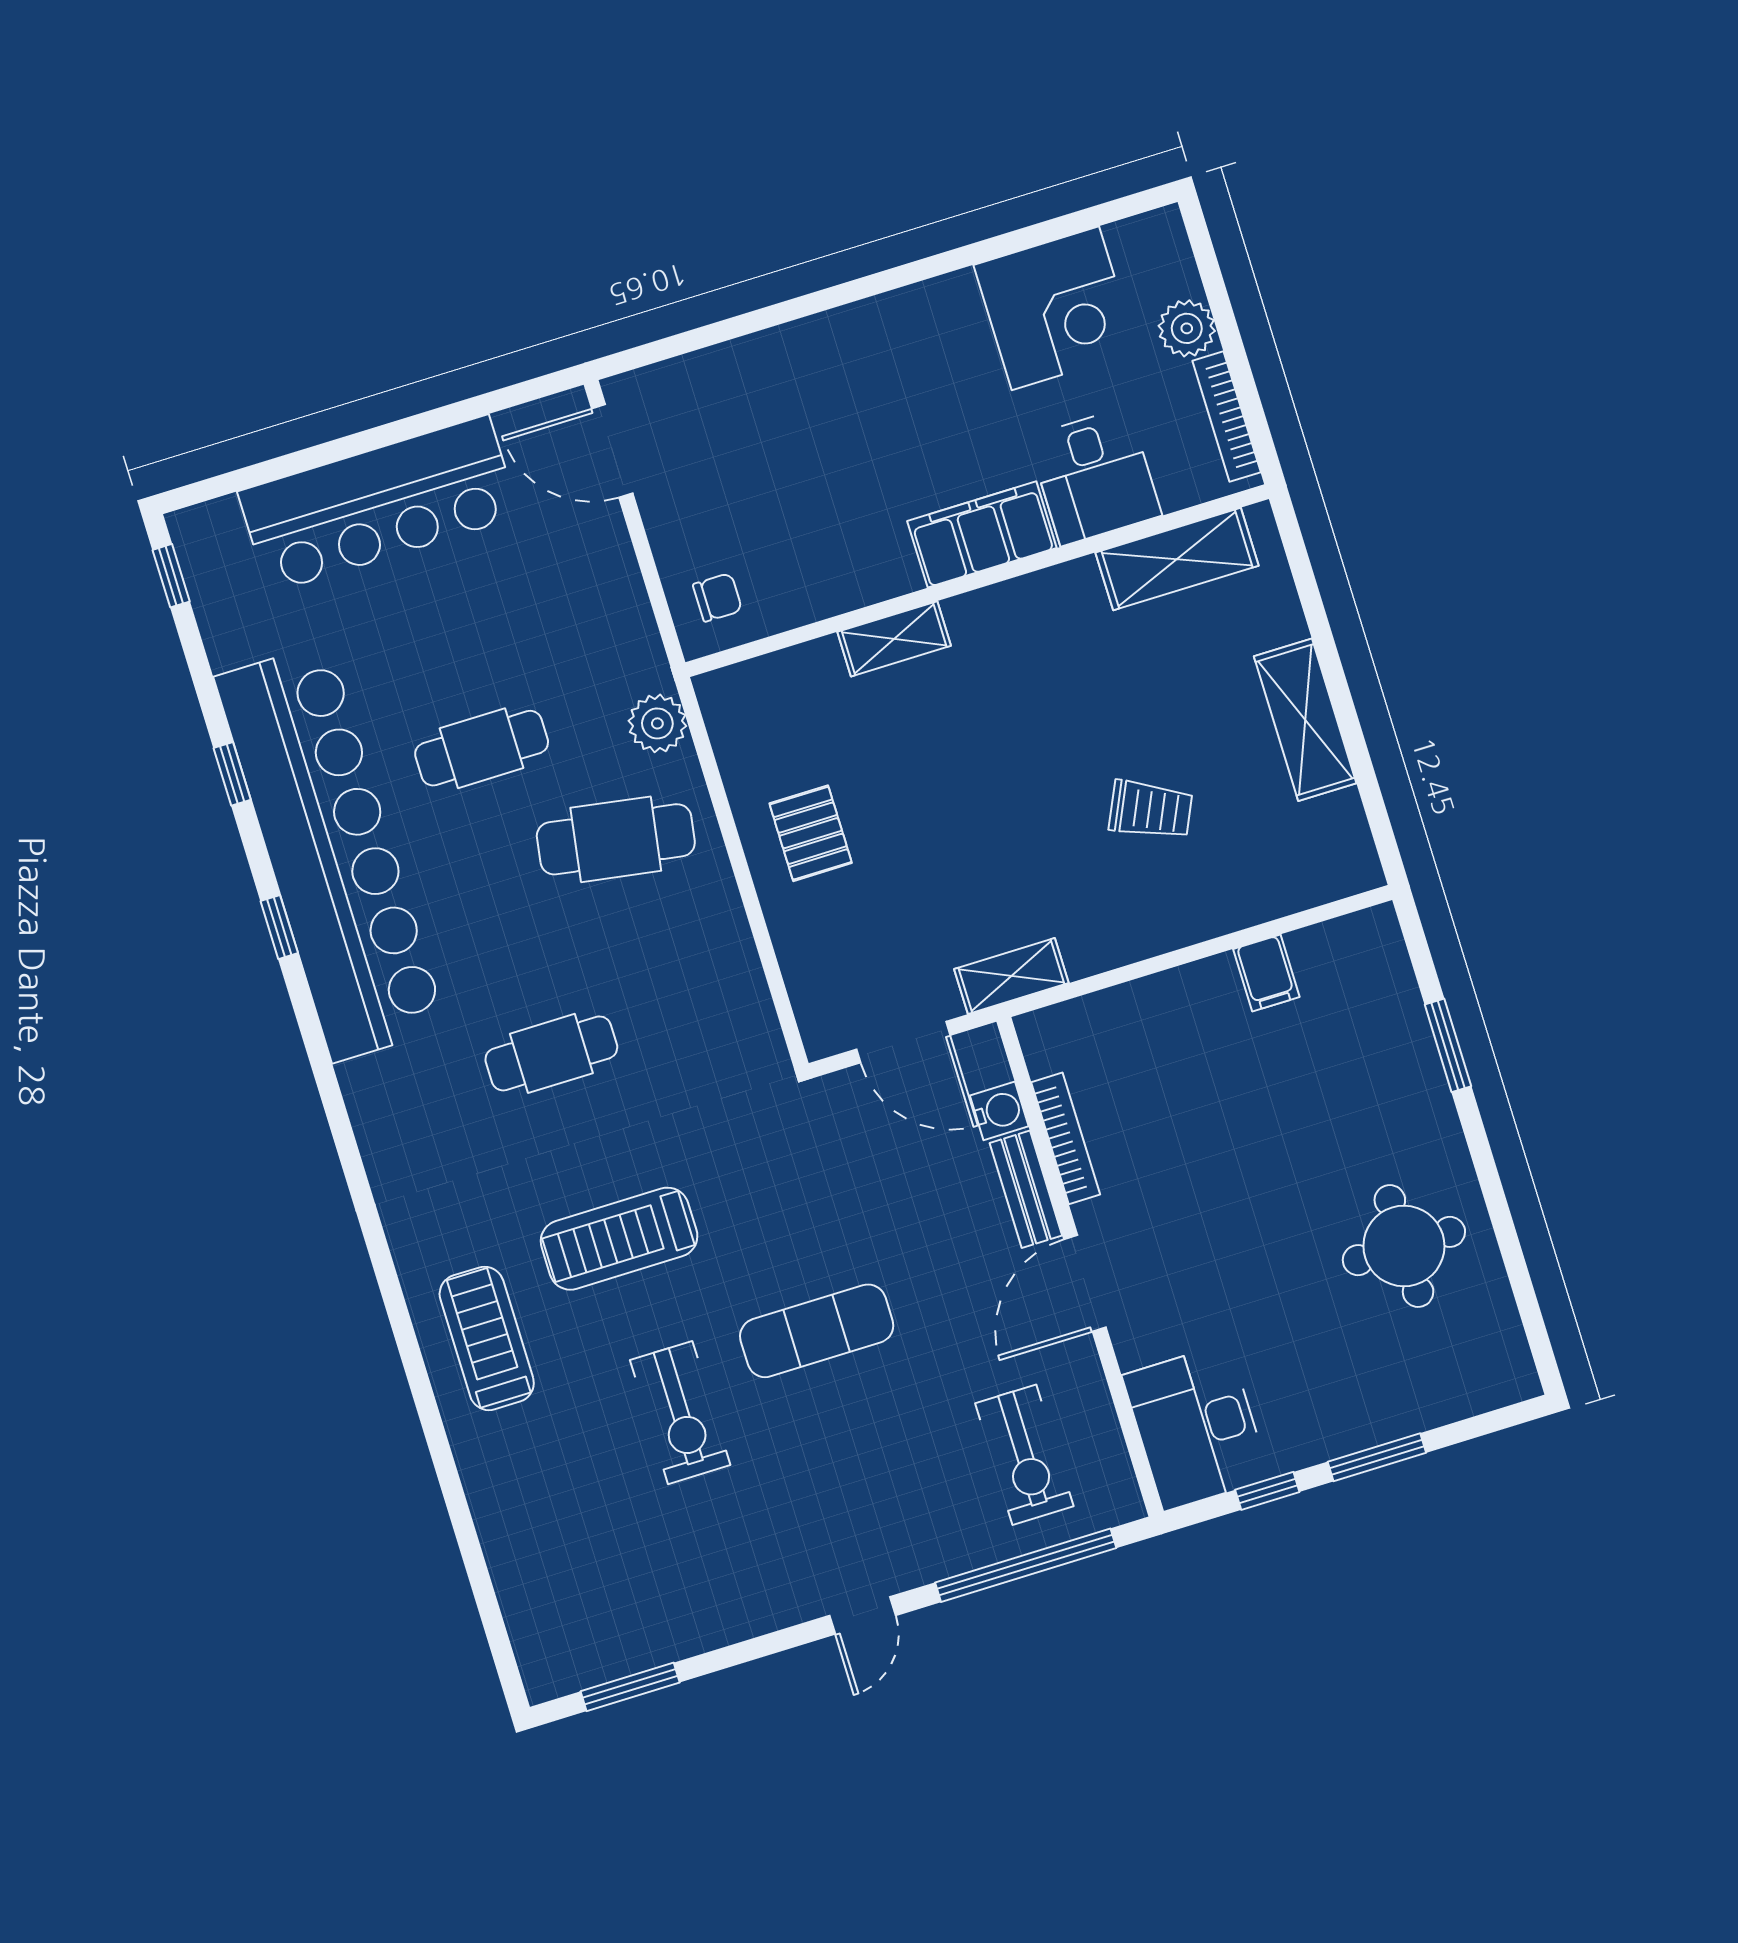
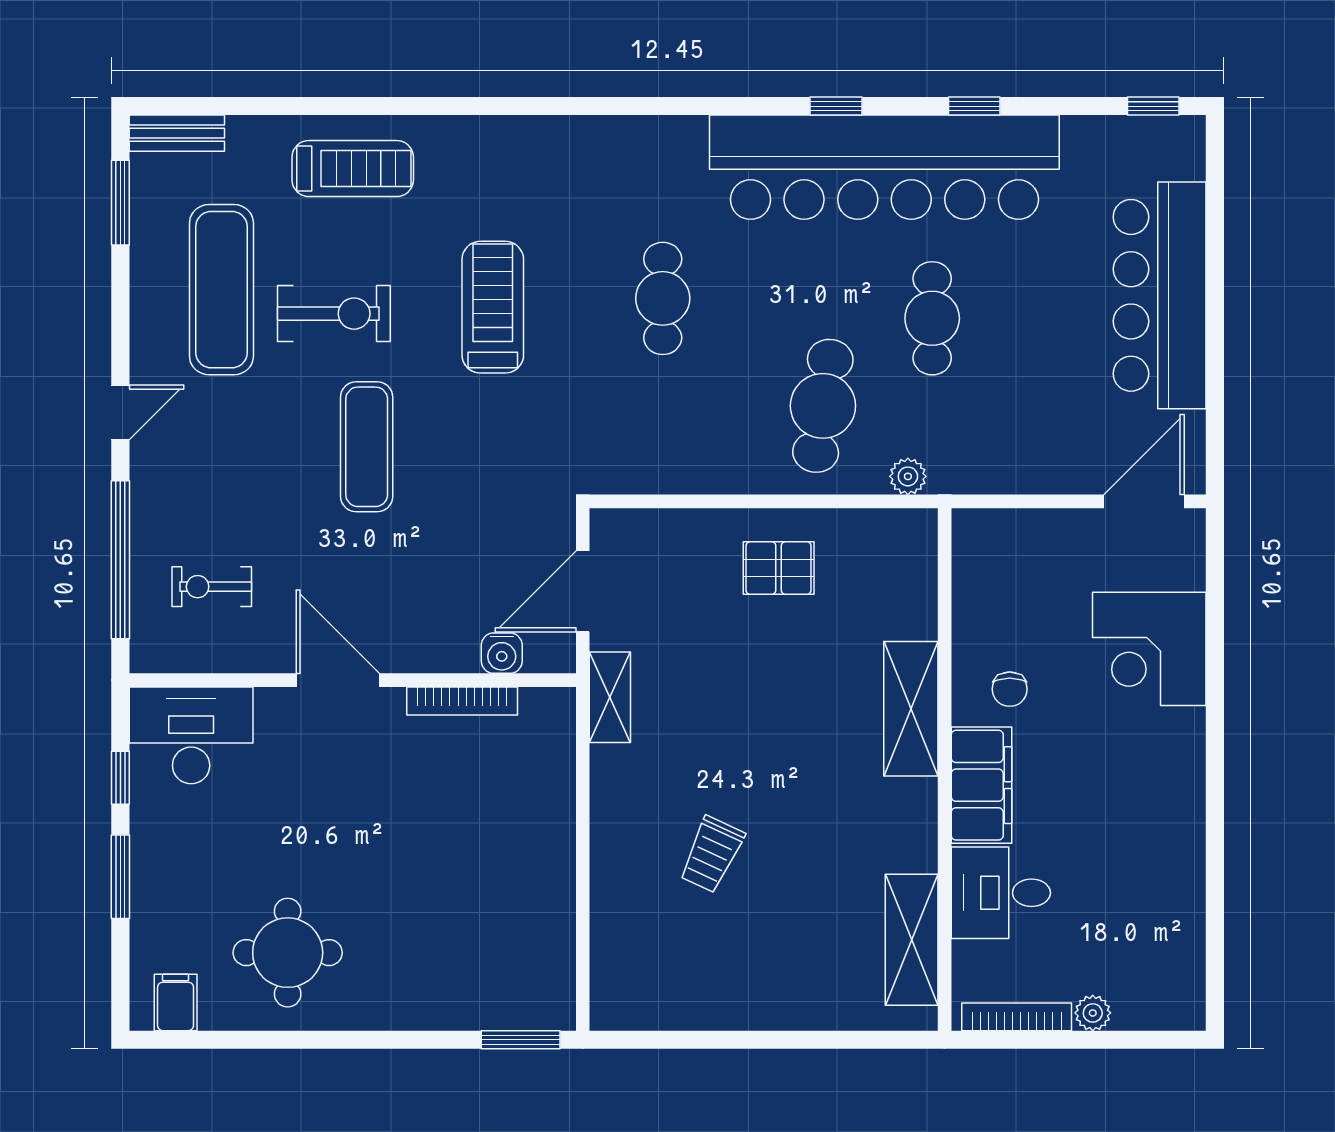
corner desk: (1055, 308) -> (1149, 649), moved
plant: (1187, 328) -> (1093, 1013), width x0.73, depth x0.73
chair: (717, 597) -> (1010, 689), moved
shelving: (894, 639) -> (911, 709), width x1.50, depth x1.33
shelving: (1305, 720) -> (747, 1005), removed
plant: (657, 723) -> (908, 476), width x0.73, depth x0.73
filing cabinet: (1266, 973) -> (176, 1002), moved, turned 90
window: (1448, 1045) -> (521, 1040), moved
bench: (1026, 1189) -> (177, 133), moved
treadmill: (487, 1338) -> (353, 169), moved
exercise bike: (680, 1413) -> (334, 314), turned 180
exercise bike: (1024, 1455) -> (212, 587), width x0.73, depth x0.72
exercise mat: (692, 1545) -> (221, 290), added
door: (862, 1615) -> (120, 412), swing flipped

